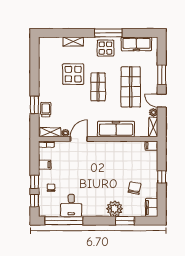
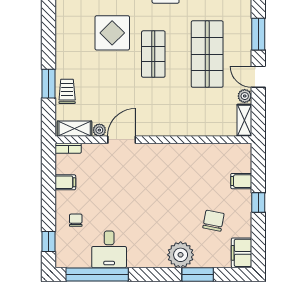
freezer: (116, 129) -> (183, 123), removed
filing cabinet: (151, 146) -> (241, 181), moved
window: (34, 182) -> (48, 211), removed

